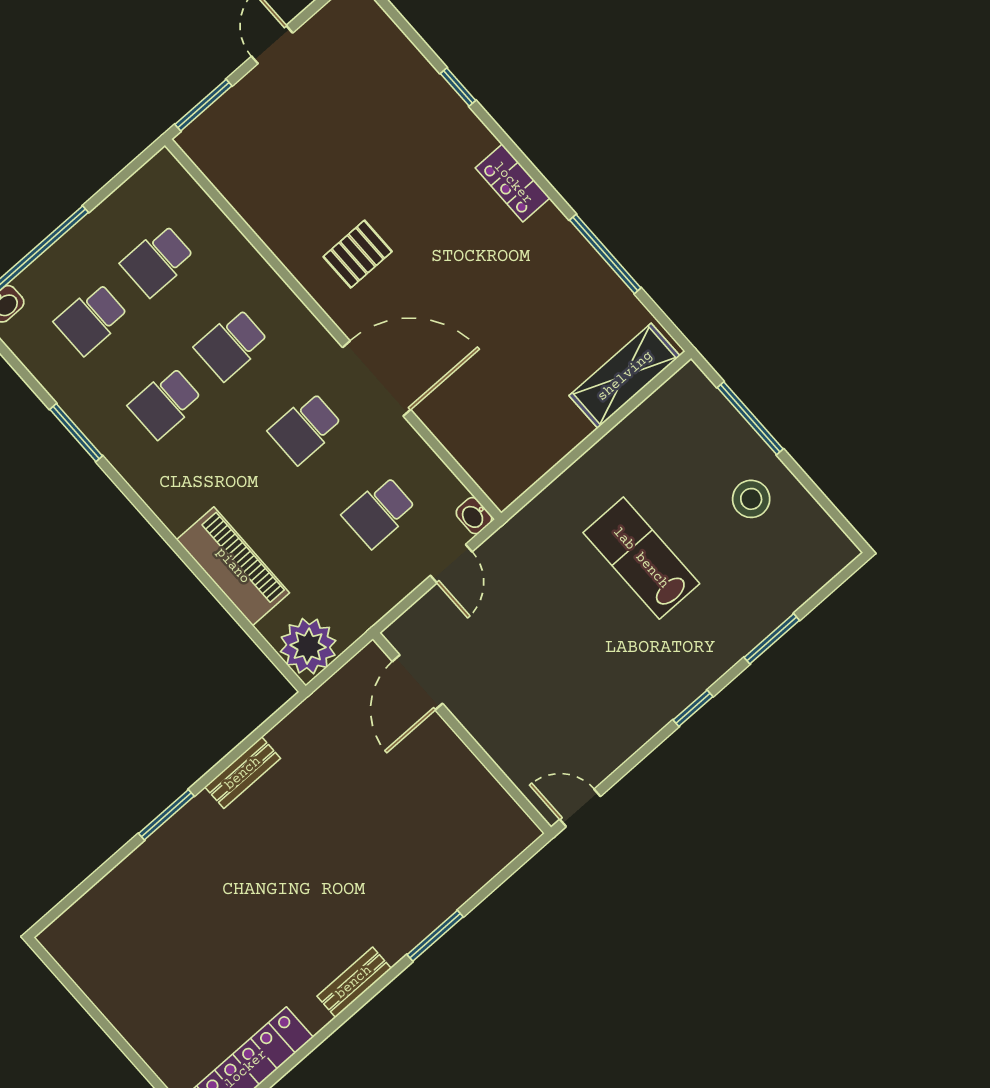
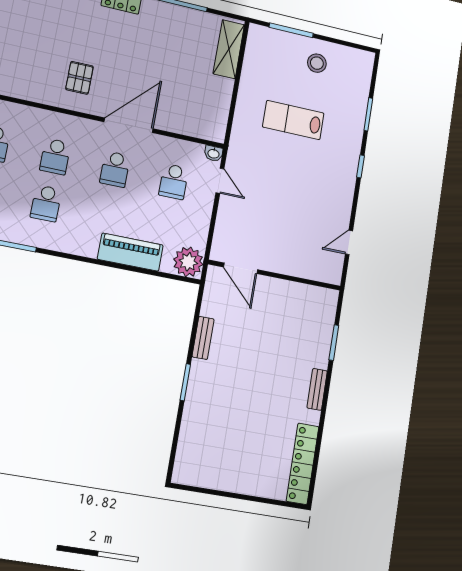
door: (417, 683) -> (240, 268), moved
wall: (462, 733) -> (275, 275), moved

